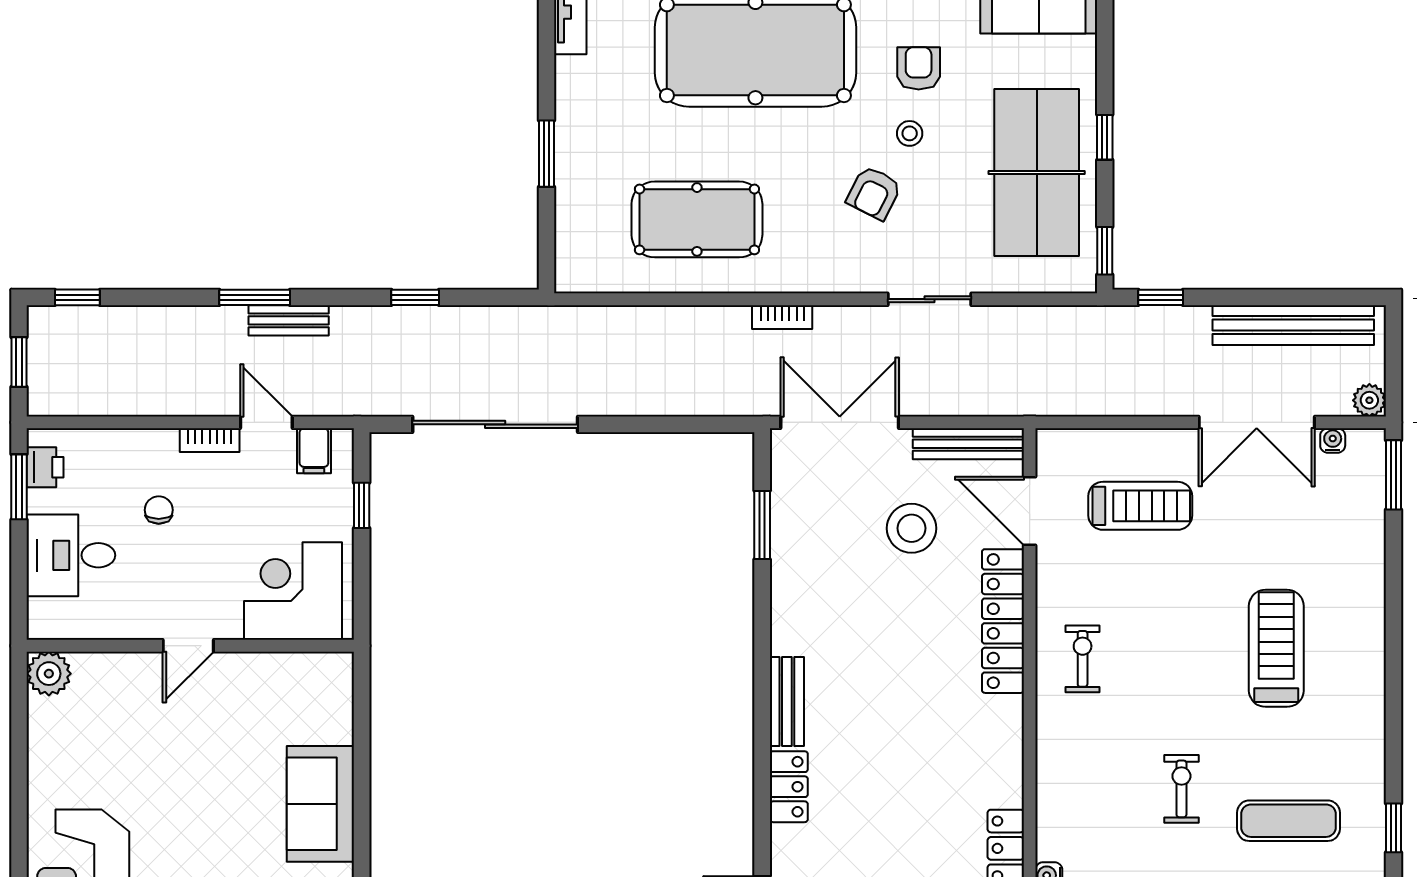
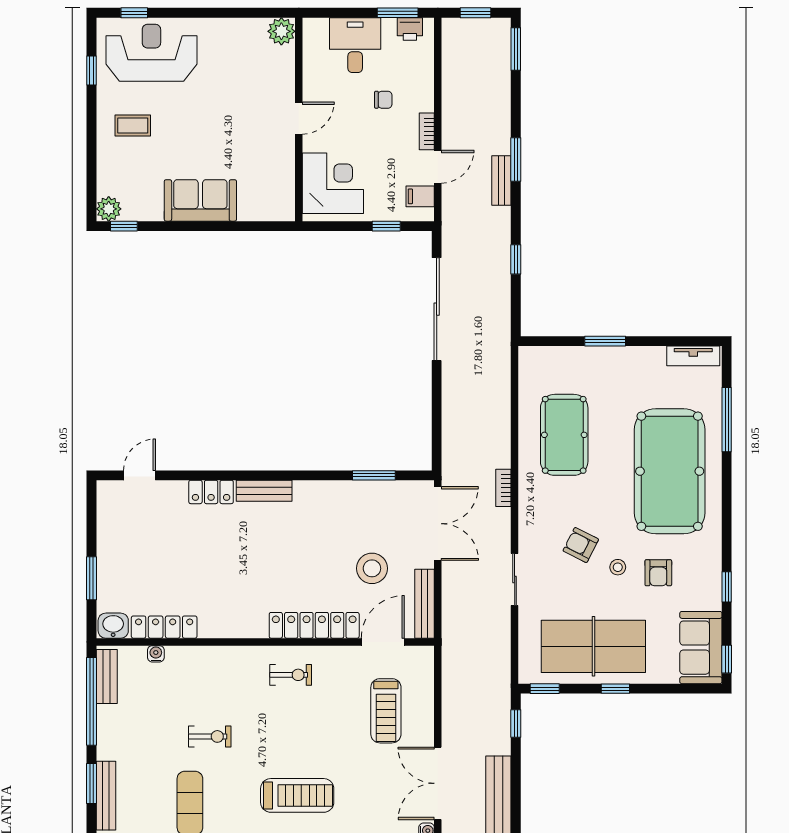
armchair: (919, 68) -> (658, 573), turned 90
window: (77, 297) -> (516, 49), width x1.50
door: (188, 646) -> (299, 118), swing flipped

